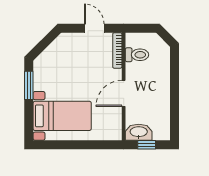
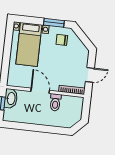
toilet: (137, 55) -> (55, 102), moved
chair: (51, 72) -> (62, 40), added

